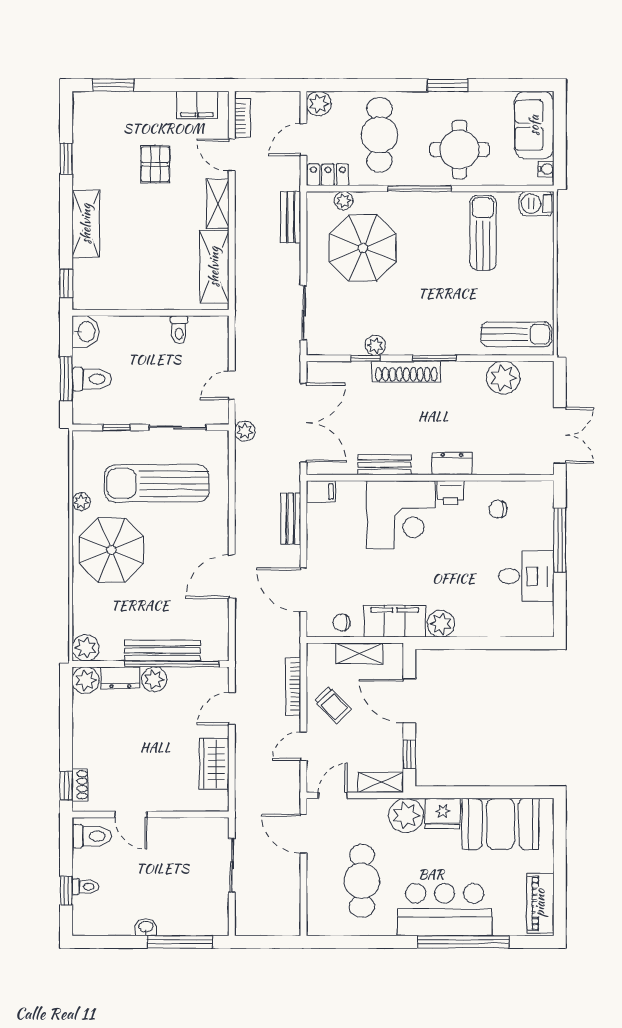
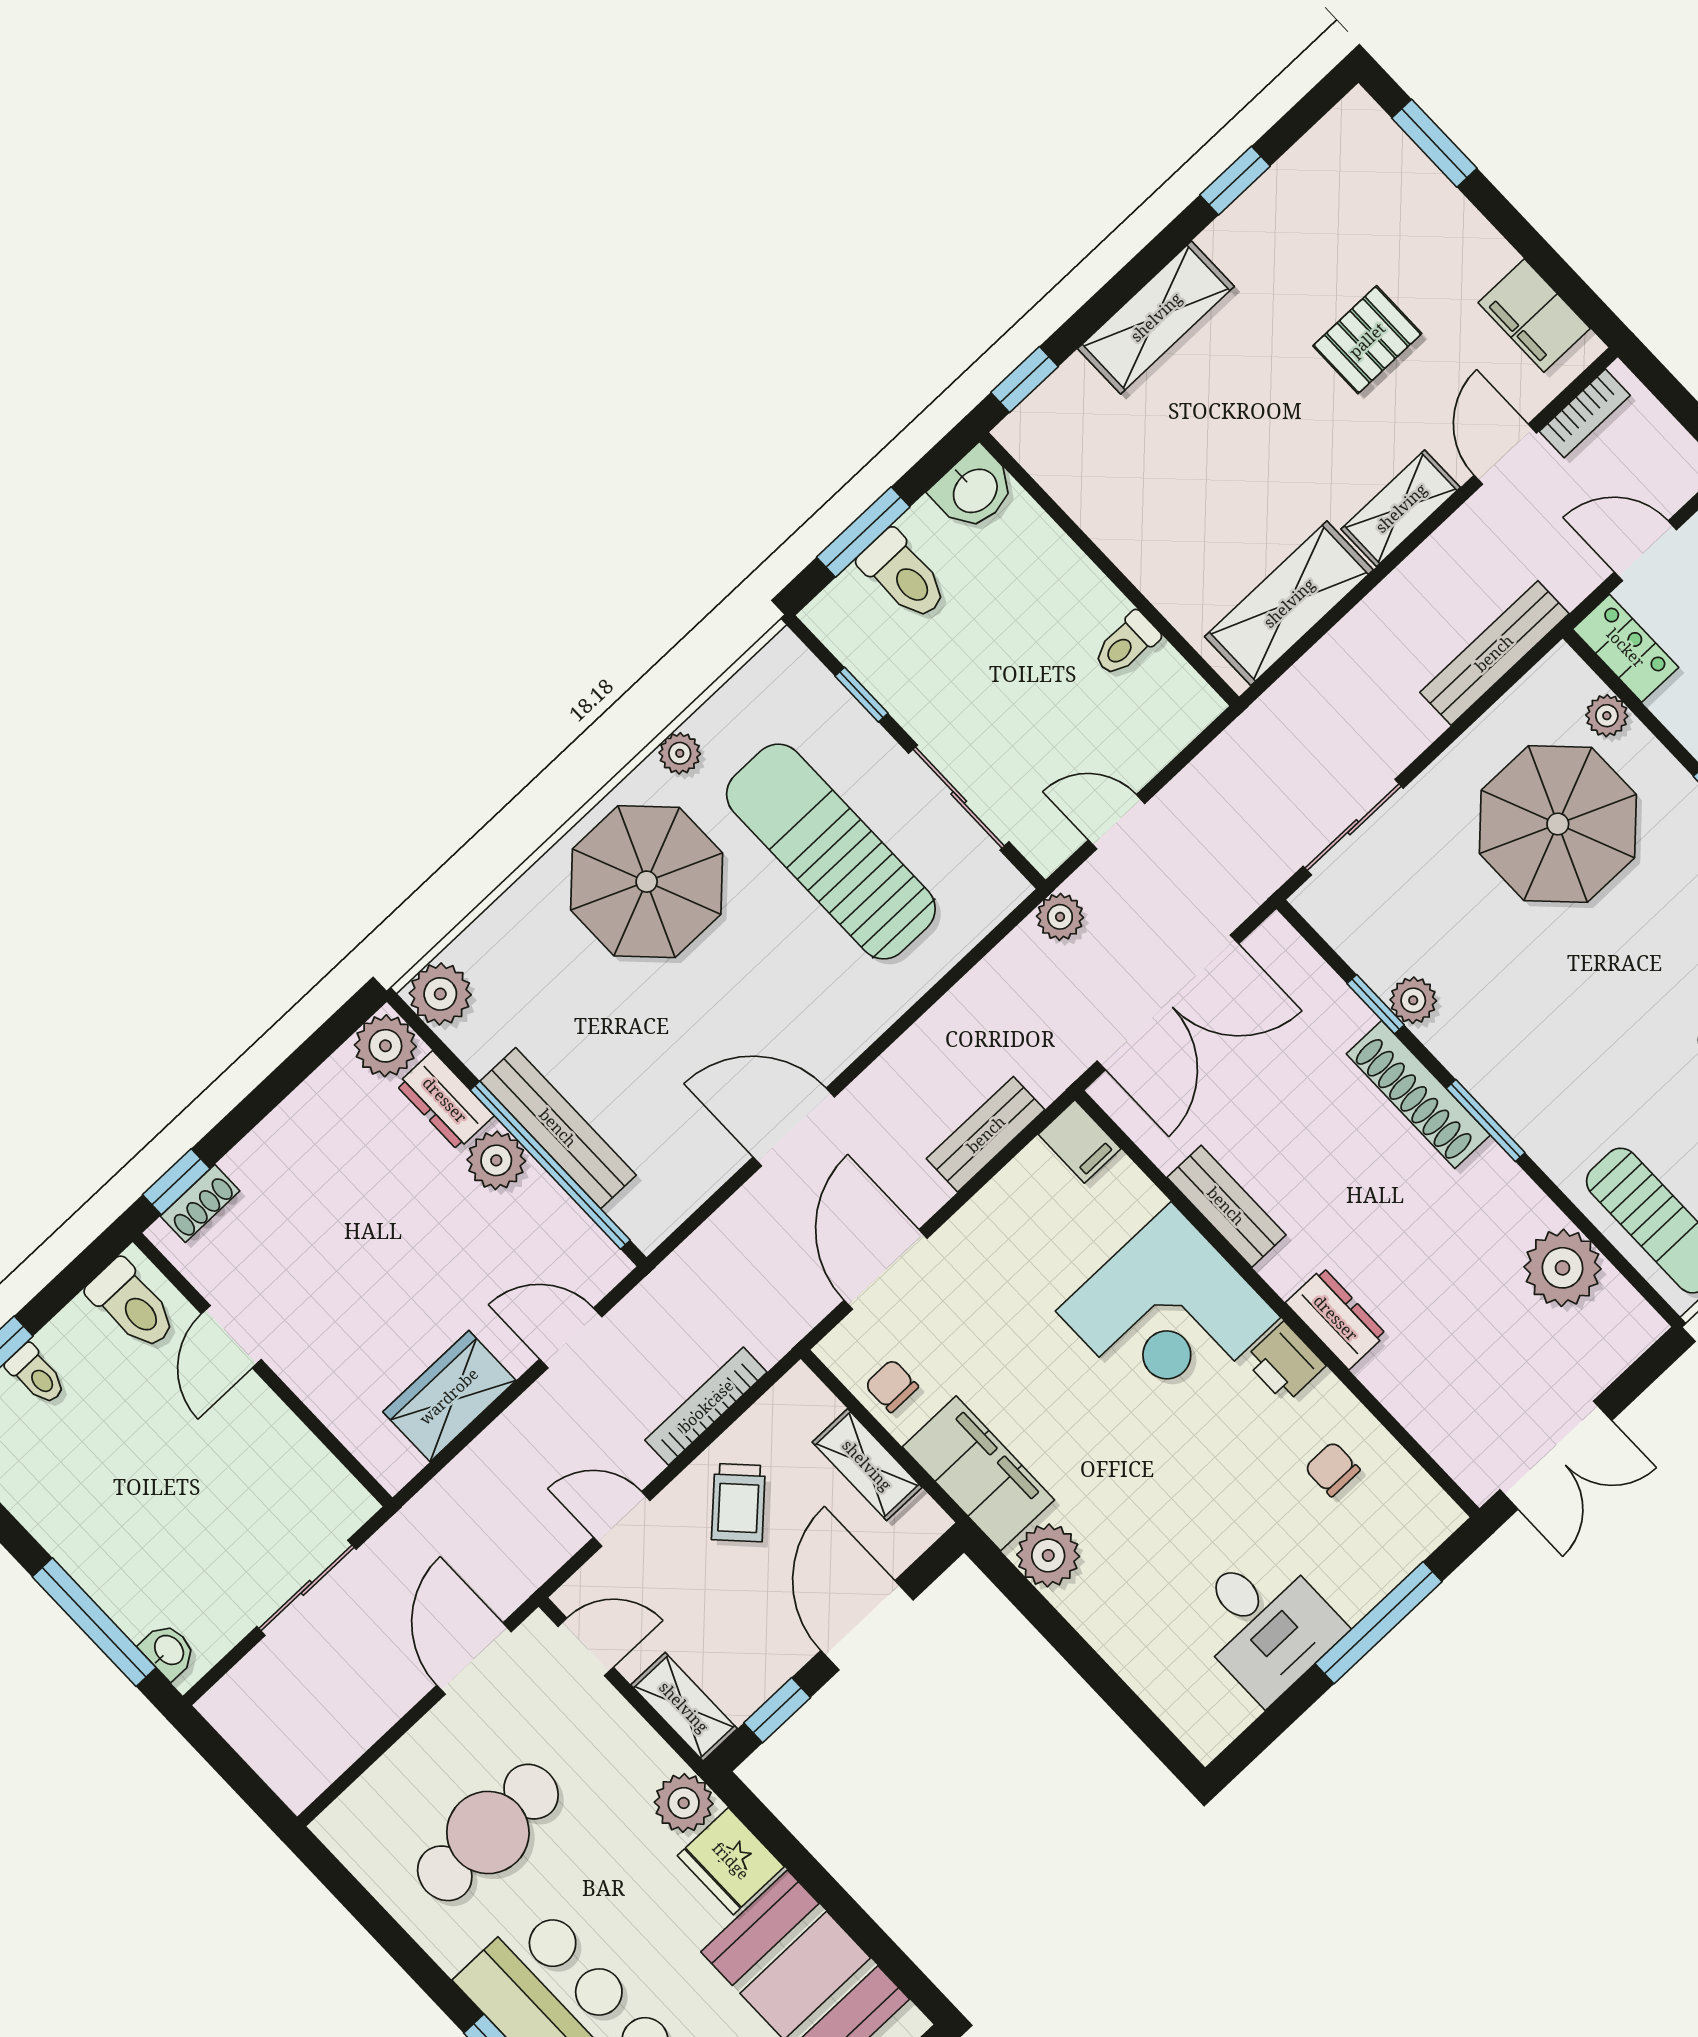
bench: (291, 217) -> (1494, 653), width x1.36
plant: (406, 816) -> (684, 1803), width x0.73, depth x0.73
washbasin: (146, 927) -> (168, 1651), moved

